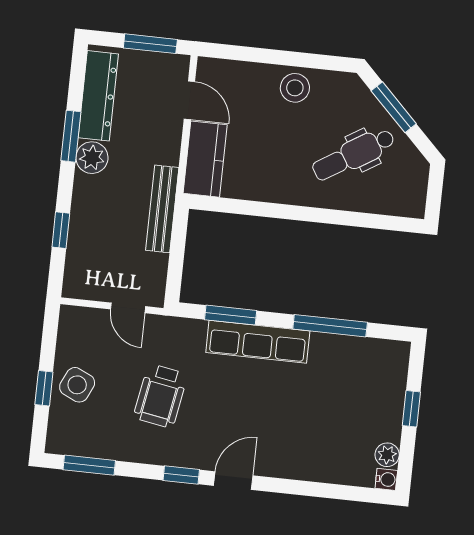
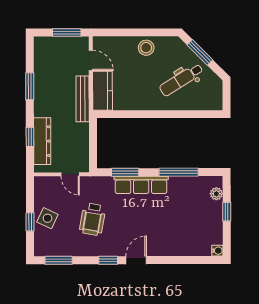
dresser: (98, 96) -> (42, 141), moved
plant: (92, 158) -> (42, 97), removed
bench: (162, 209) -> (83, 99), moved
plant: (387, 455) -> (216, 194), moved

